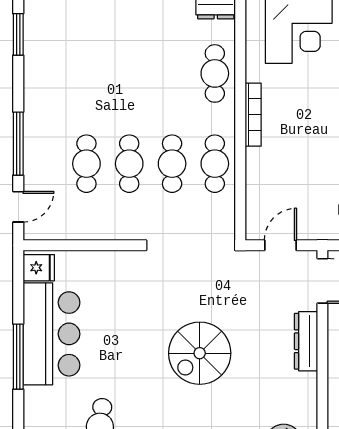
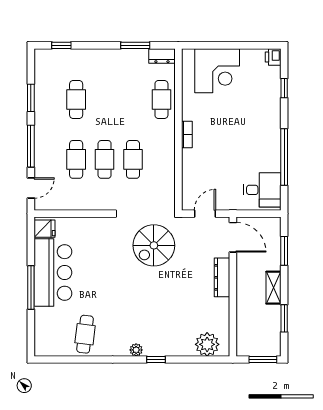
window: (18, 34) -> (31, 98), moved
bookcase: (253, 115) -> (187, 134), width x0.64
cafe table: (215, 164) -> (76, 100), moved
spiral stairs: (200, 353) -> (154, 245), moved

